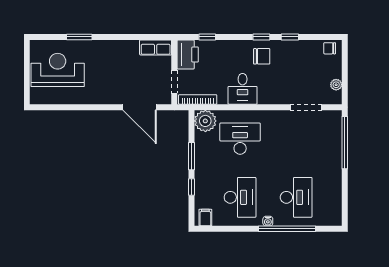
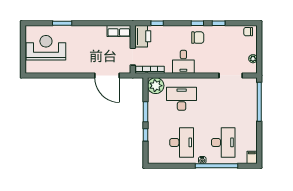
filing cabinet: (205, 218) -> (252, 157), moved

